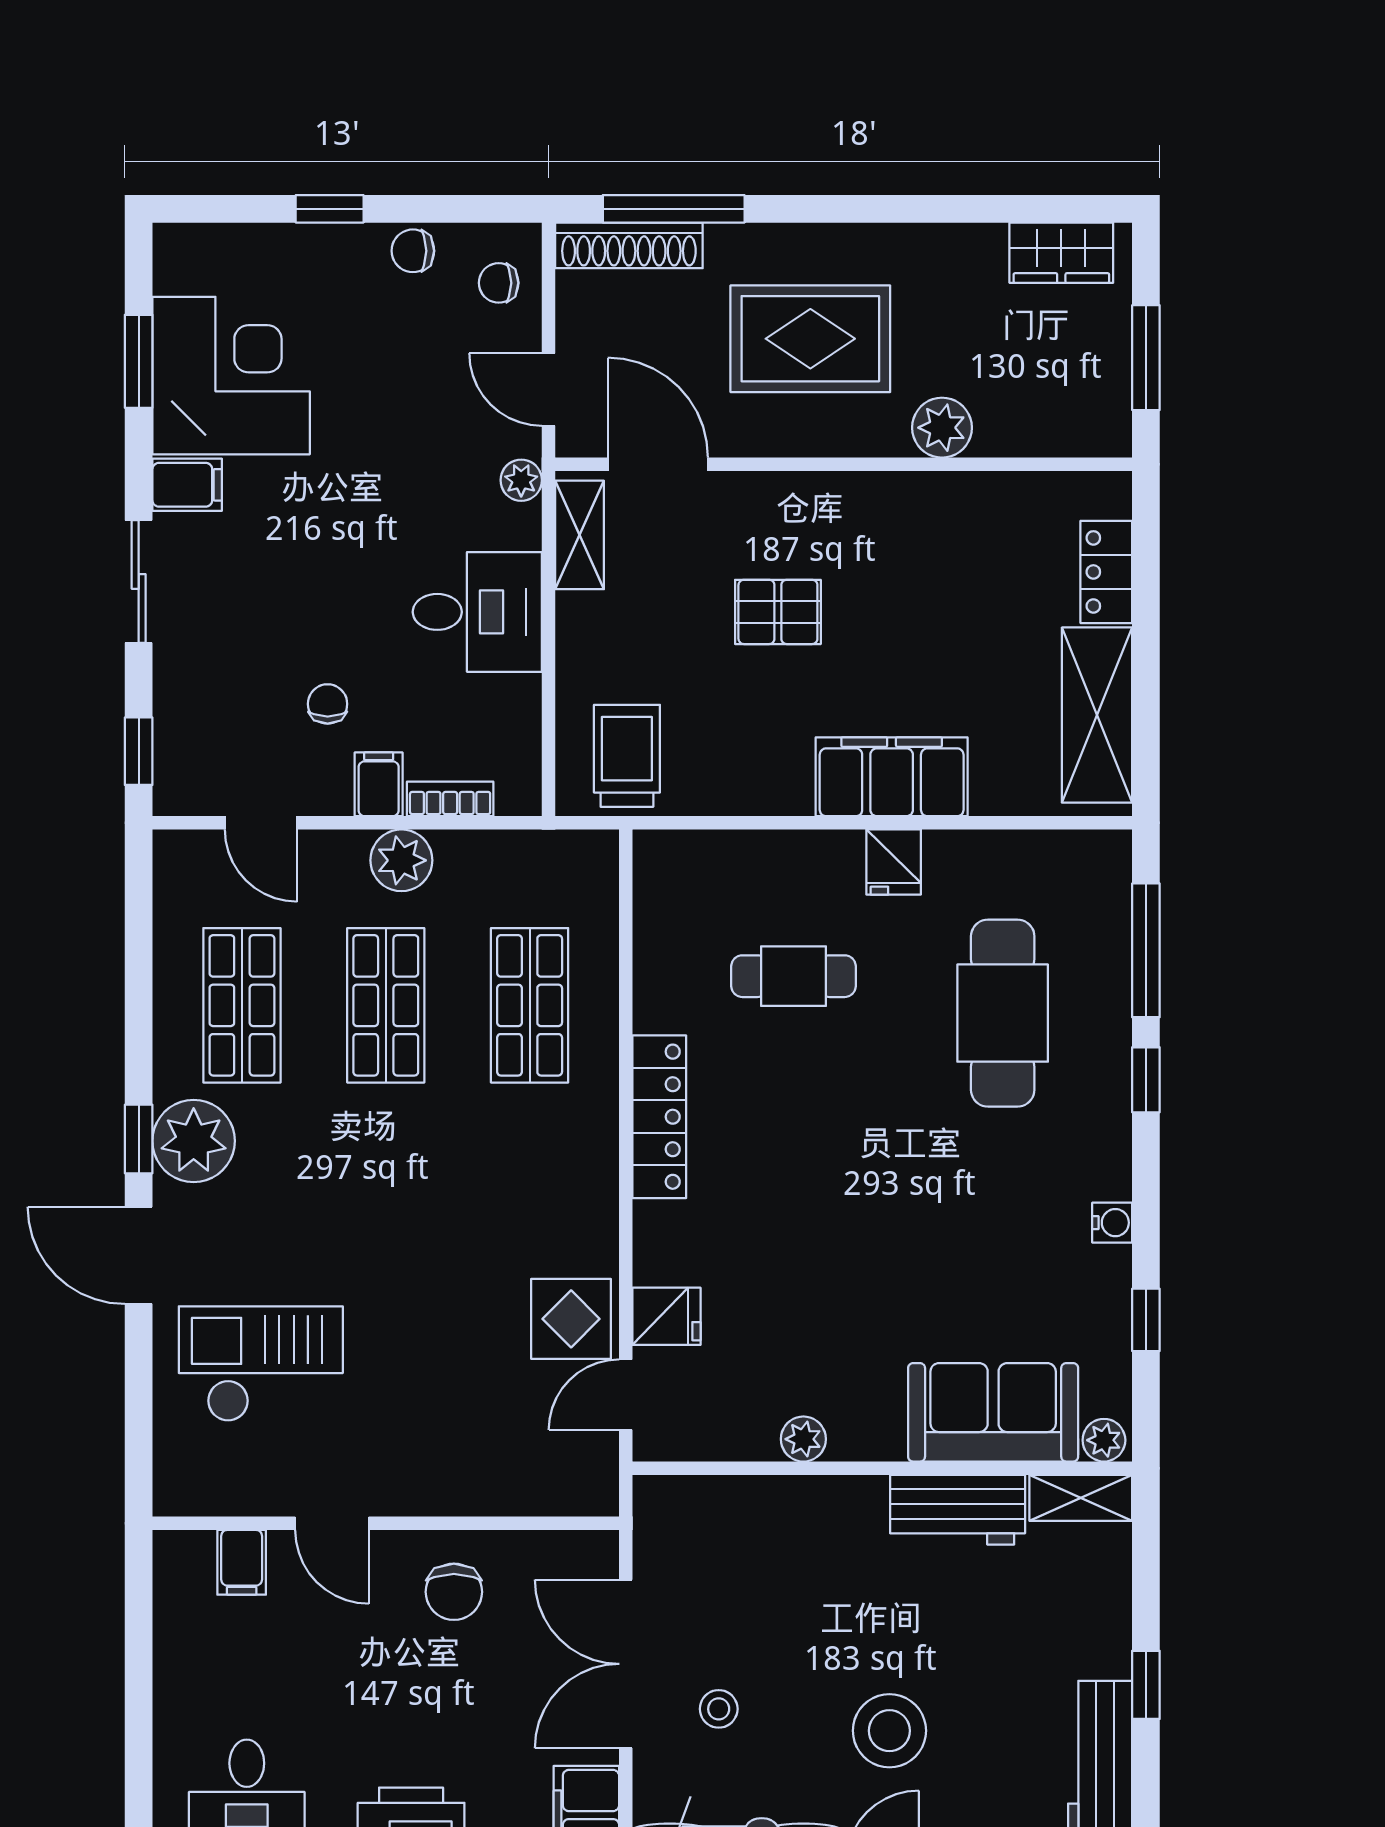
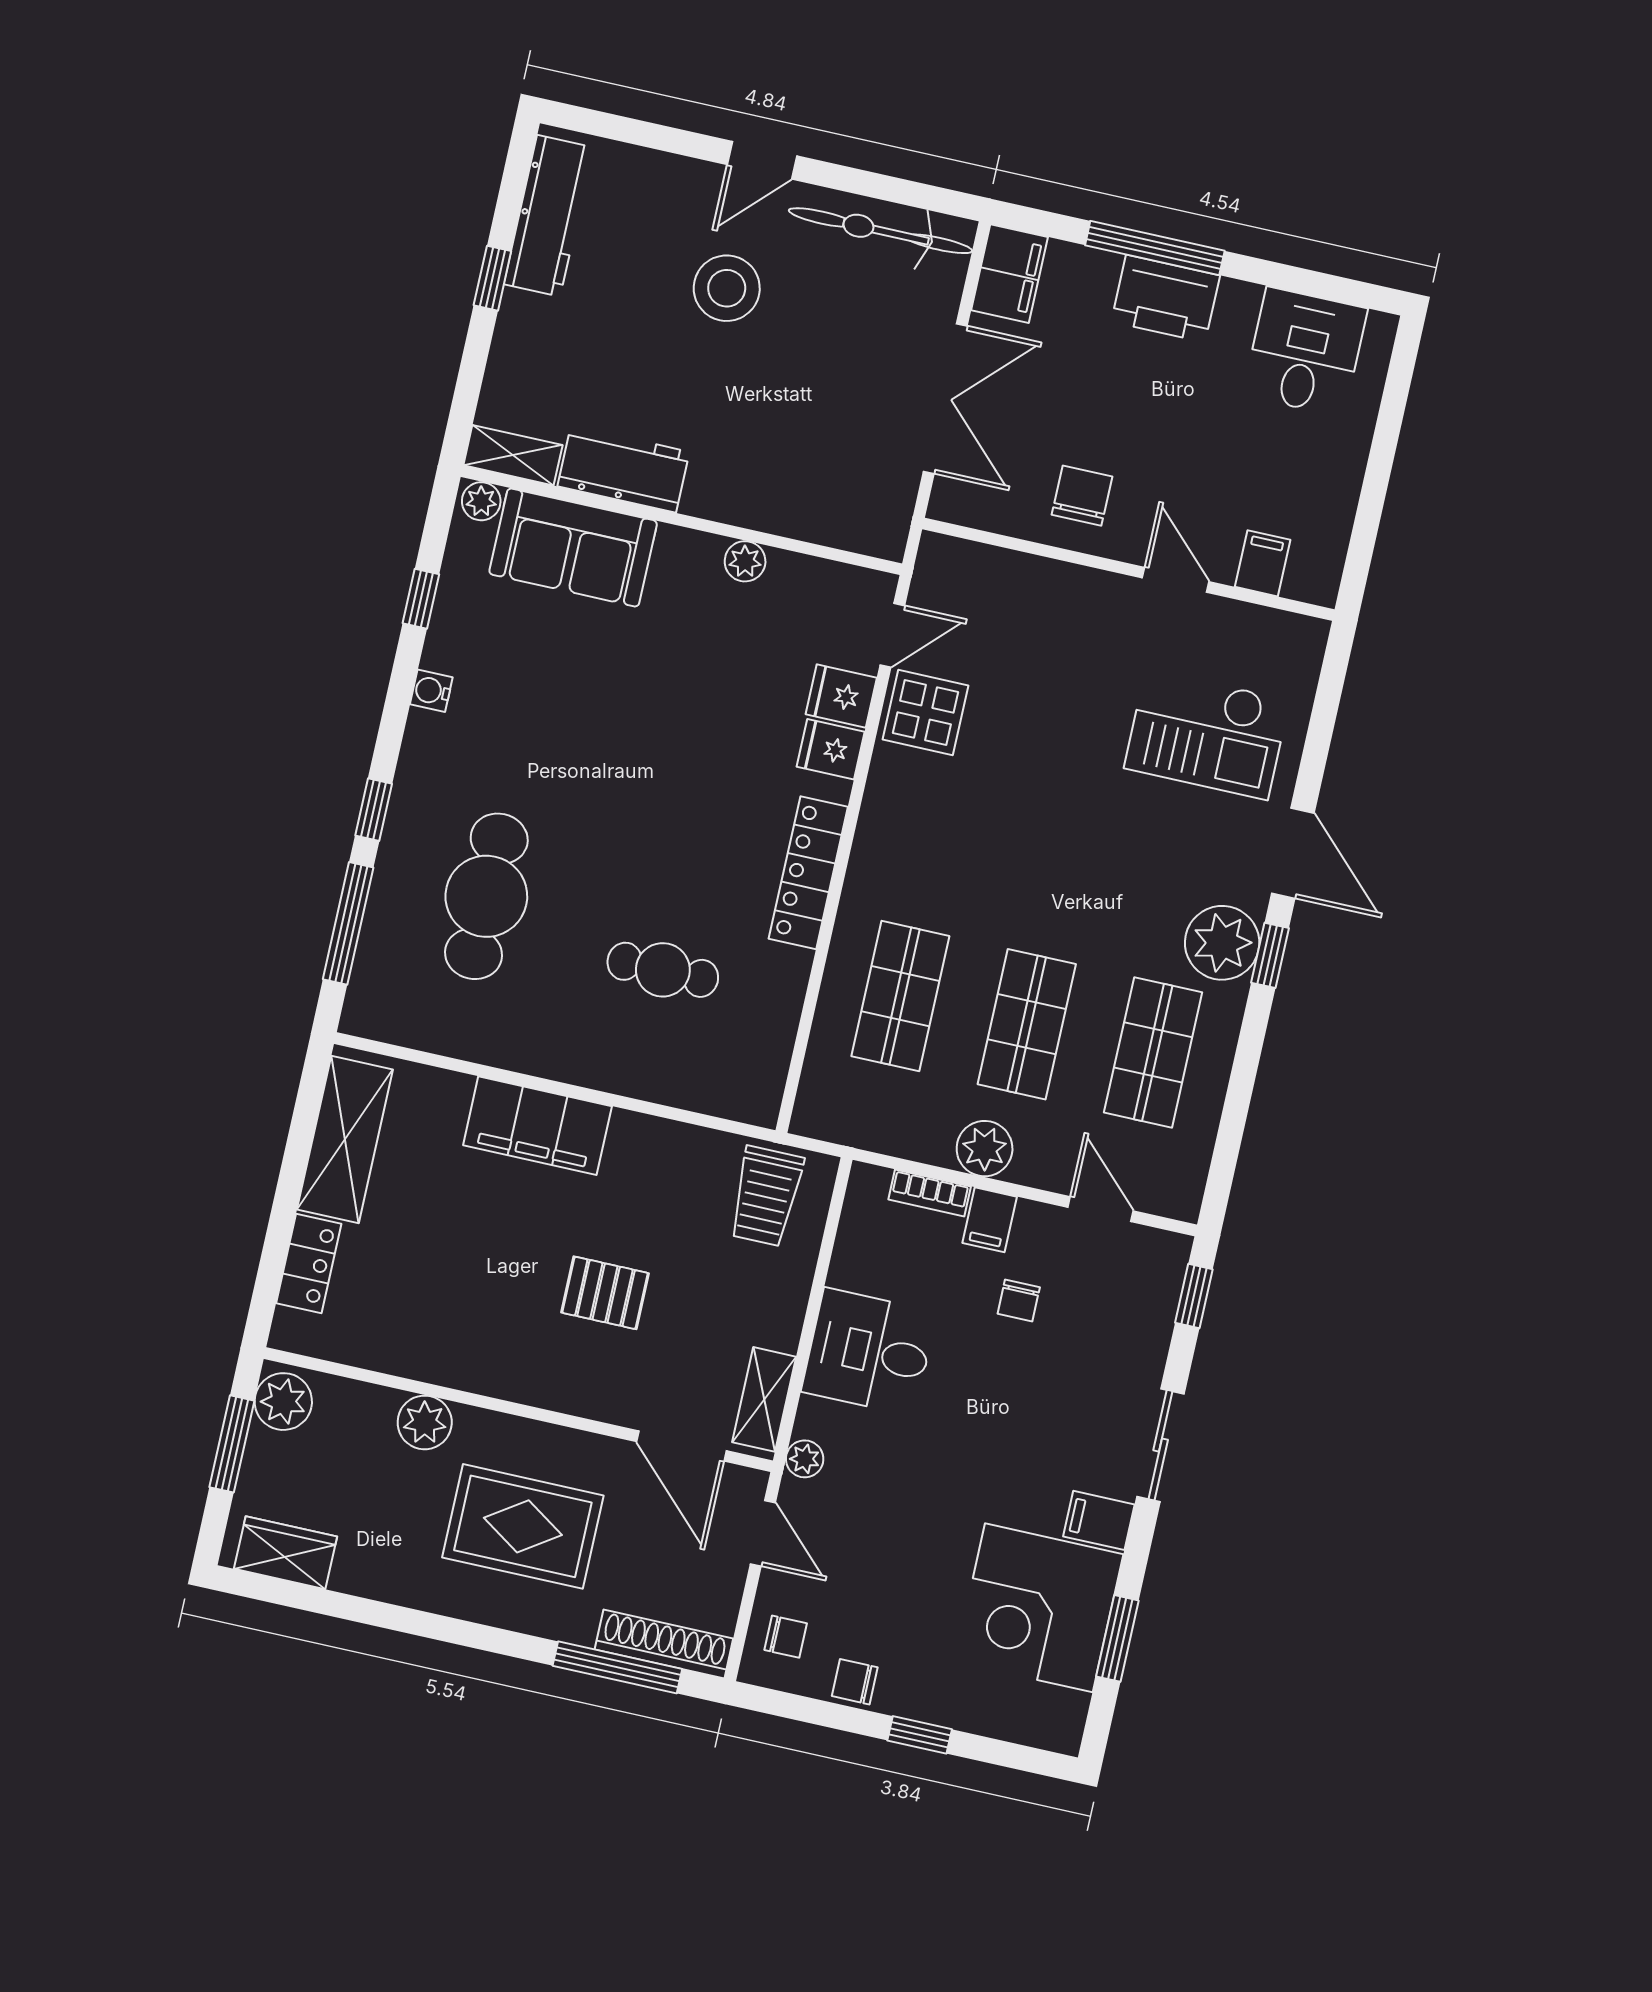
chair: (413, 251) -> (855, 1682), turned 180
plant: (1100, 416) -> (283, 1402), added
fridge: (894, 862) -> (831, 749), moved, turned -90
stool: (719, 1709) -> (872, 341), removed

